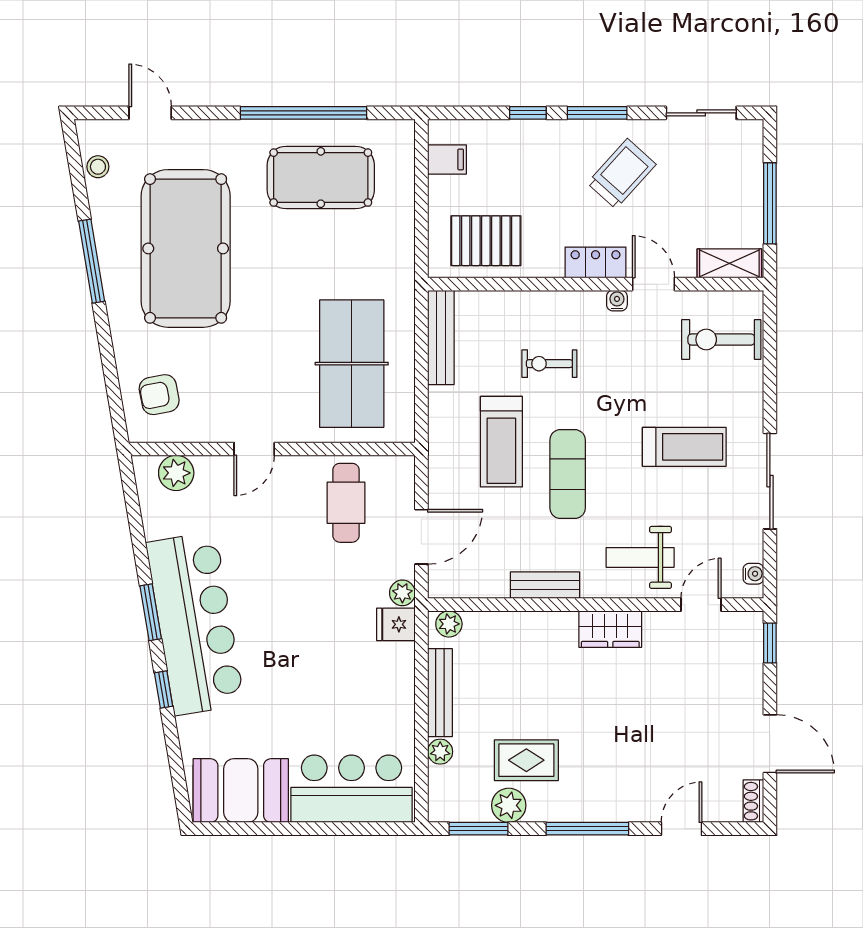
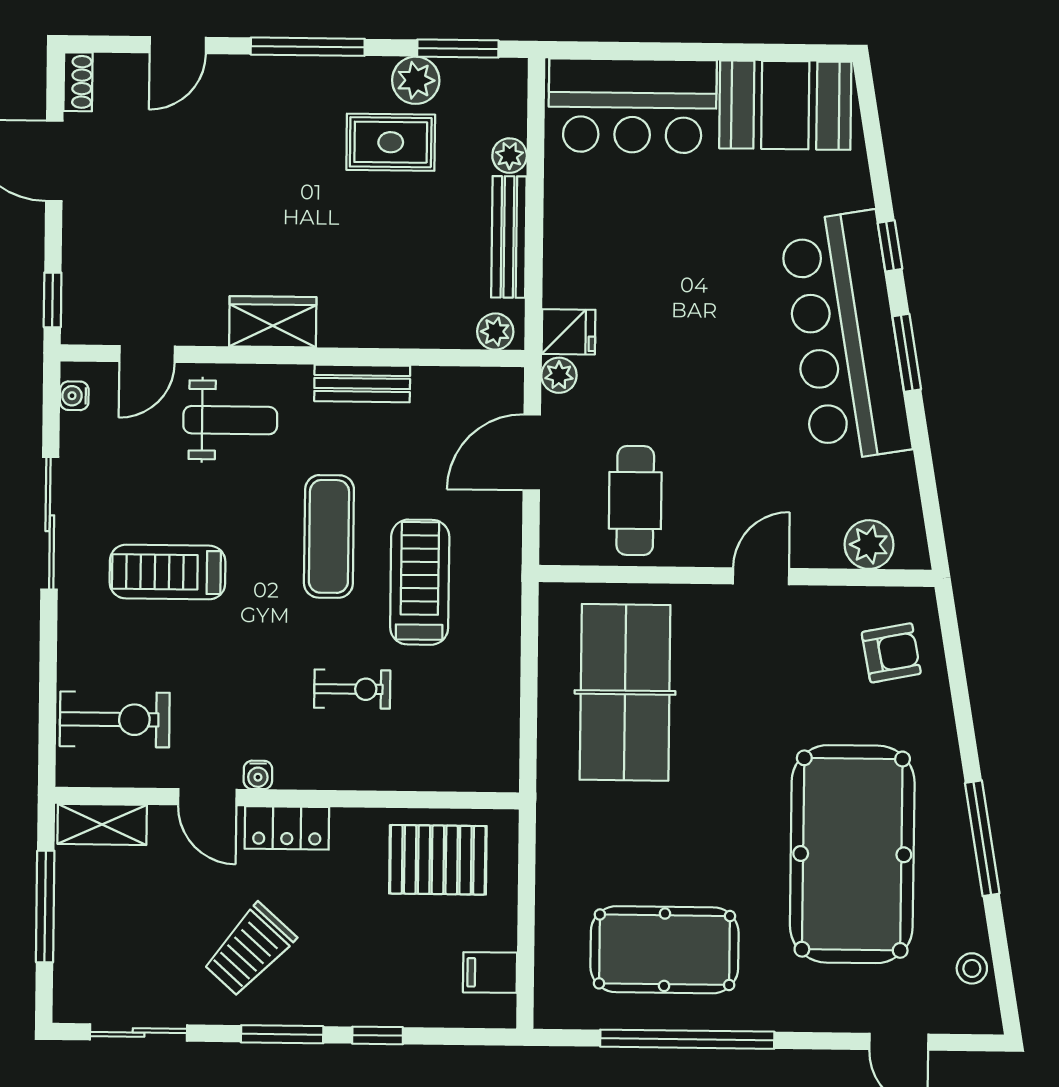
bench: (441, 338) -> (502, 727), removed

